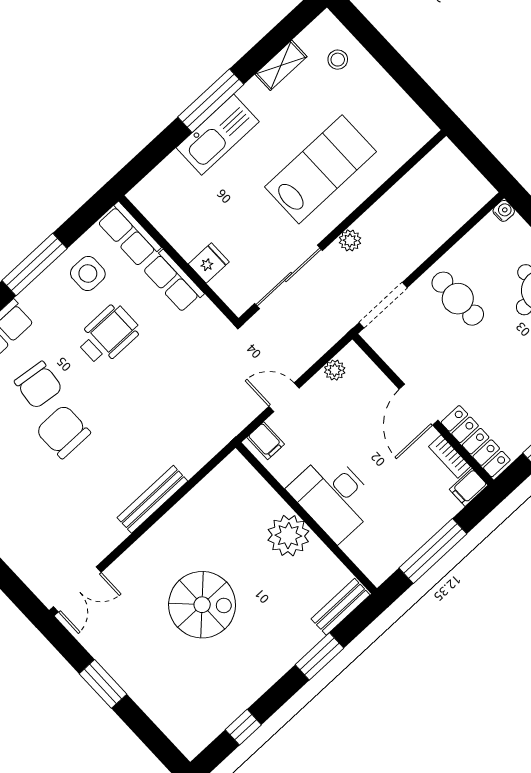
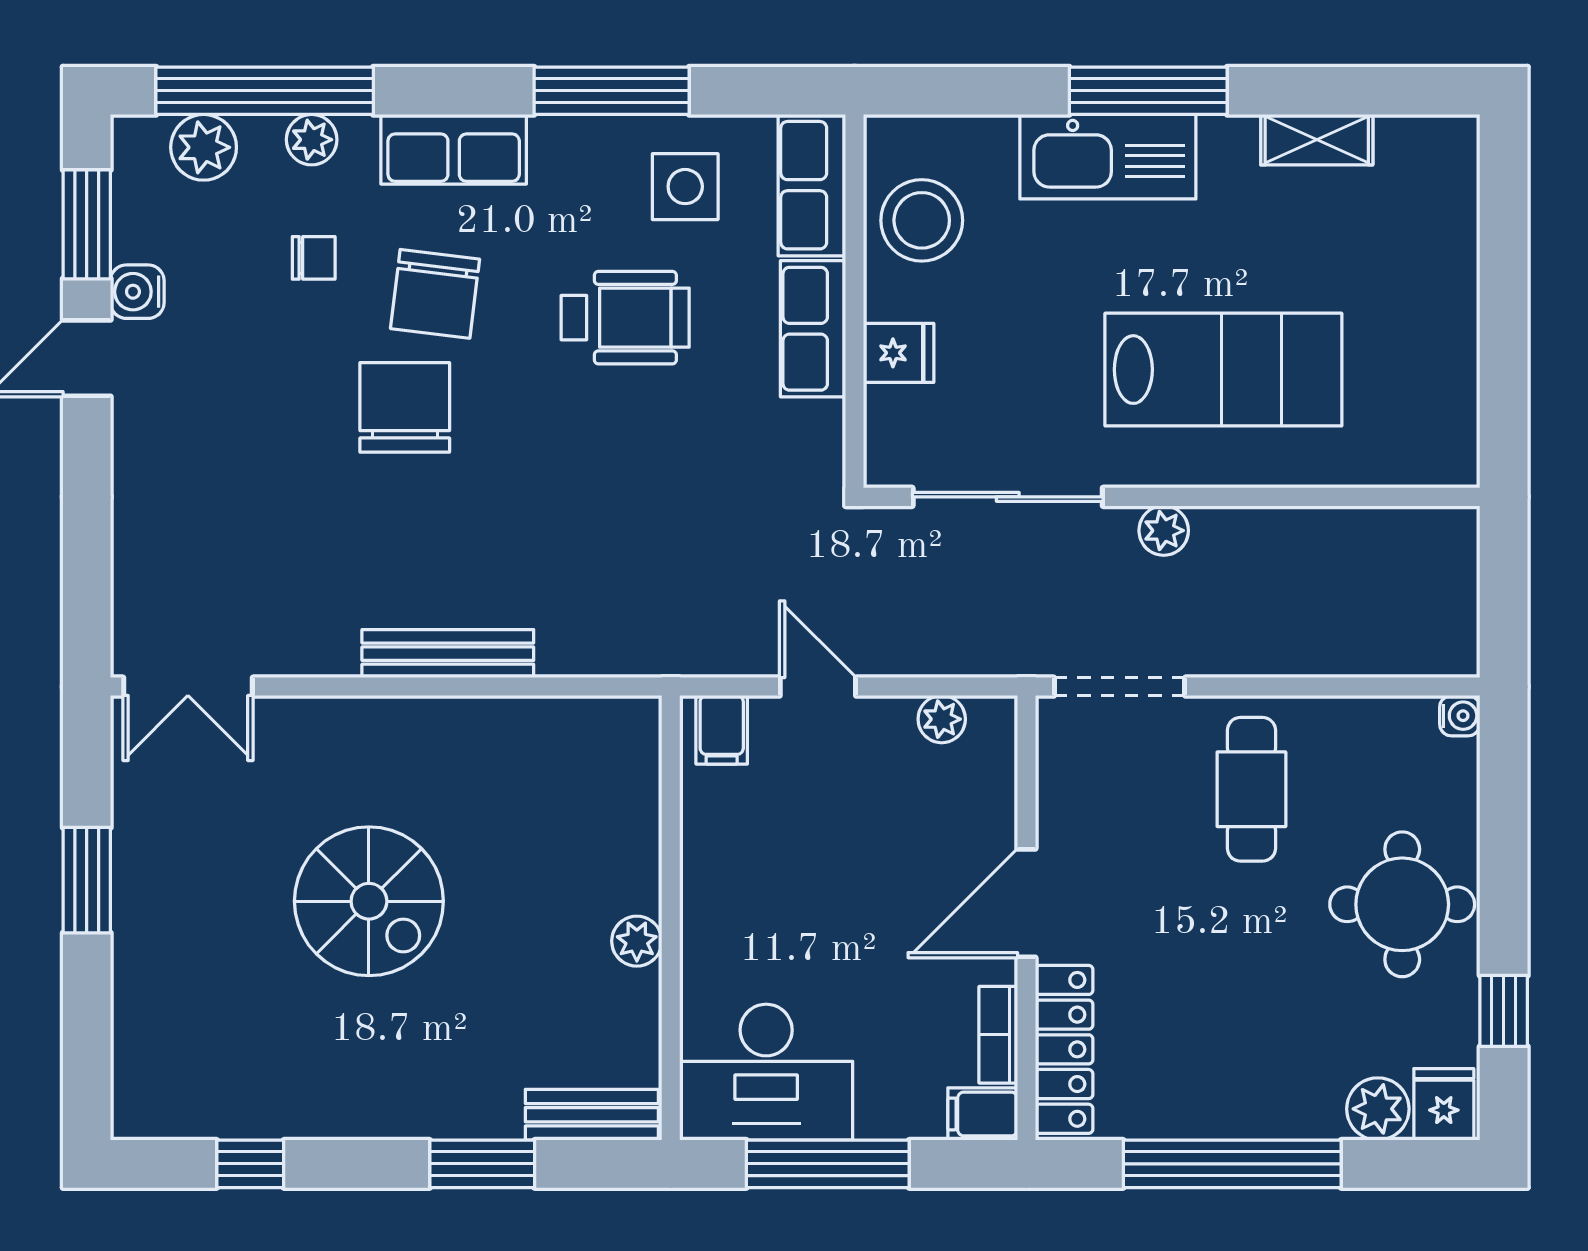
stool: (338, 60) -> (922, 220), moved, width x1.89, depth x1.89
desk: (333, 497) -> (766, 1072), moved, turned -90
plant: (288, 536) -> (637, 941), width x0.53, depth x0.53

